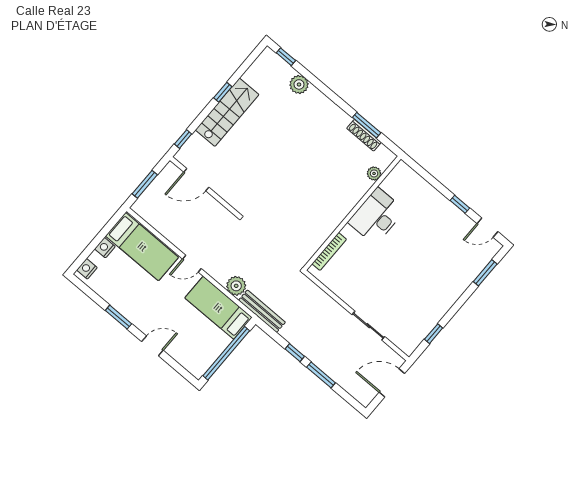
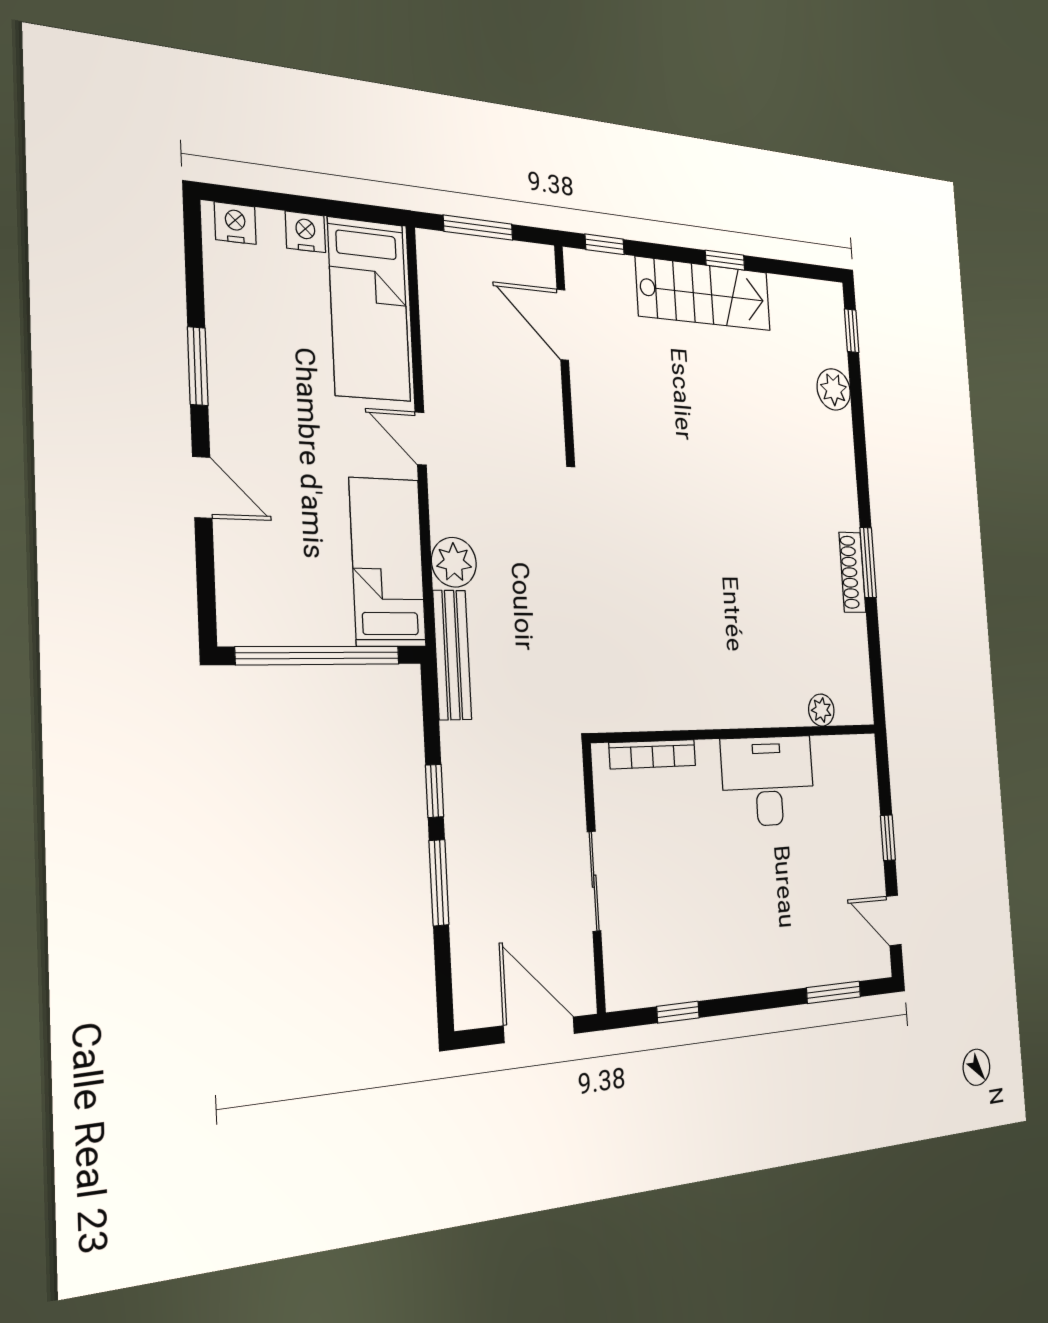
plant: (374, 173) -> (821, 710), moved
wall: (352, 213) -> (739, 733), moved
desk: (376, 216) -> (768, 781), moved
bookcase: (329, 251) -> (653, 754), moved

